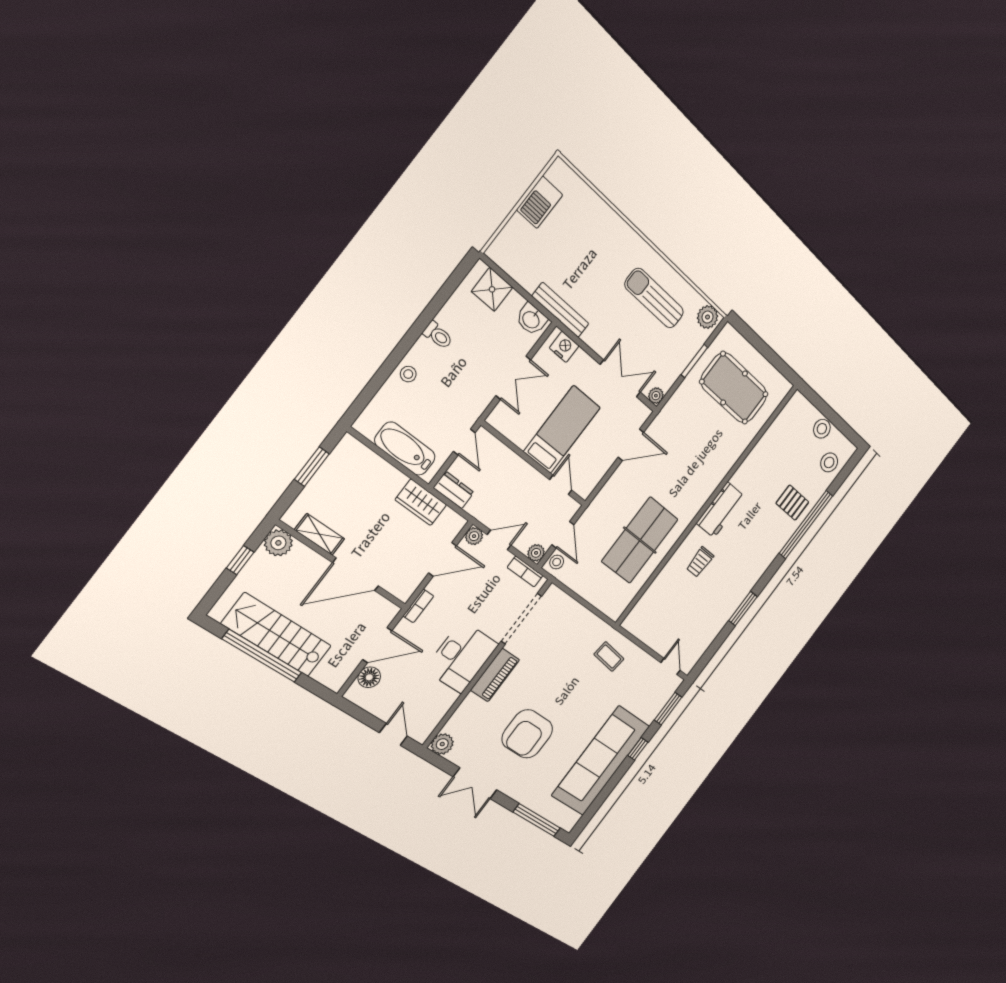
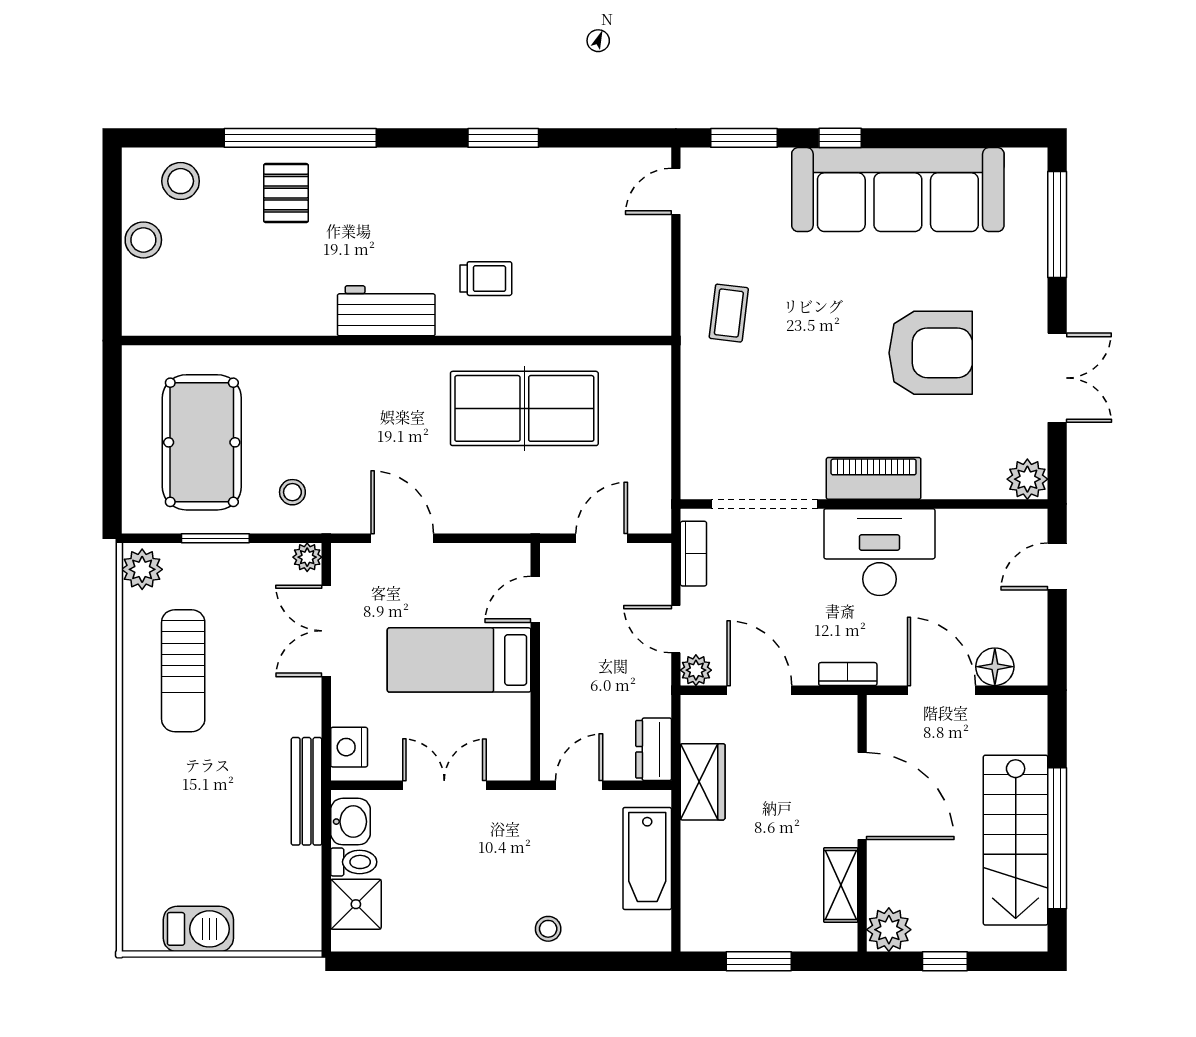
toilet: (438, 335) -> (354, 862), moved, turned 90
plant: (536, 553) -> (656, 558), removed
stool: (557, 562) -> (292, 492), moved

